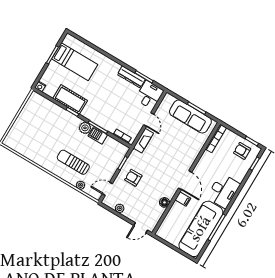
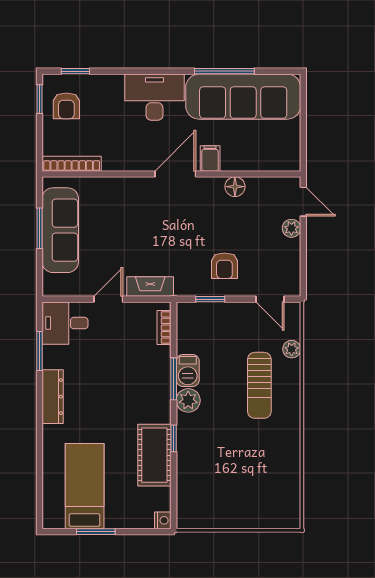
dresser: (131, 77) -> (53, 397), moved
plant: (120, 208) -> (291, 228), moved

